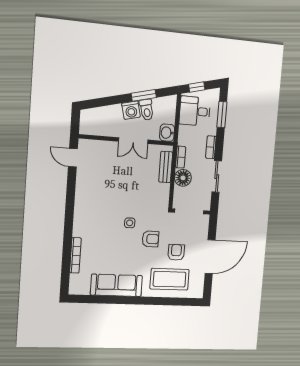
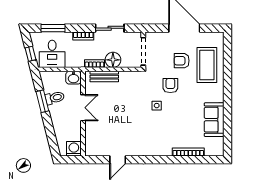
washing machine: (131, 110) -> (74, 149), moved, turned -76
door: (73, 158) -> (118, 160), moved
sofa: (116, 285) -> (214, 120), width x0.73

